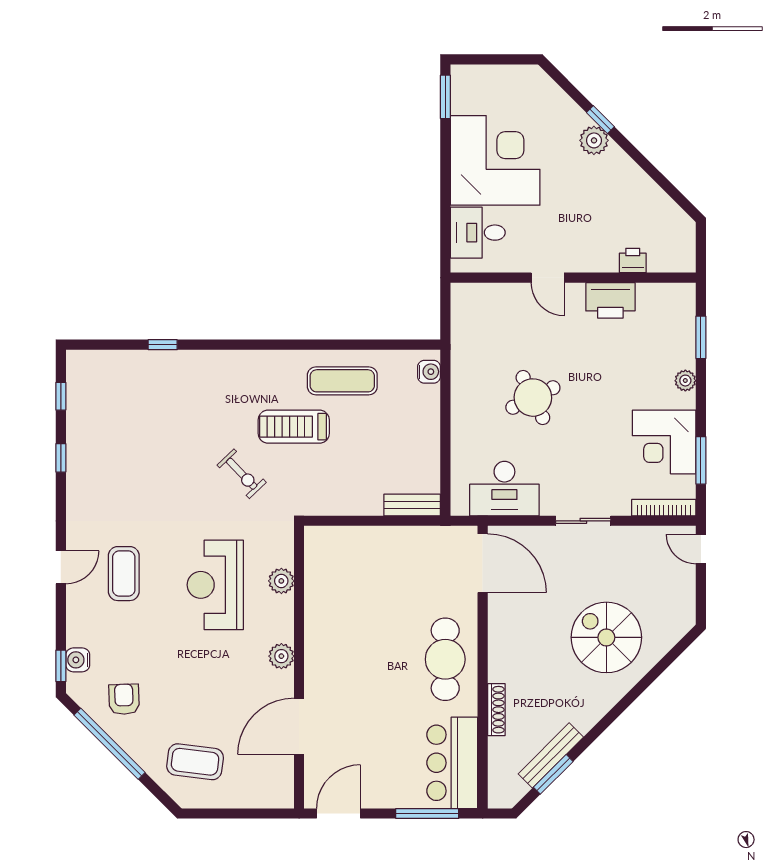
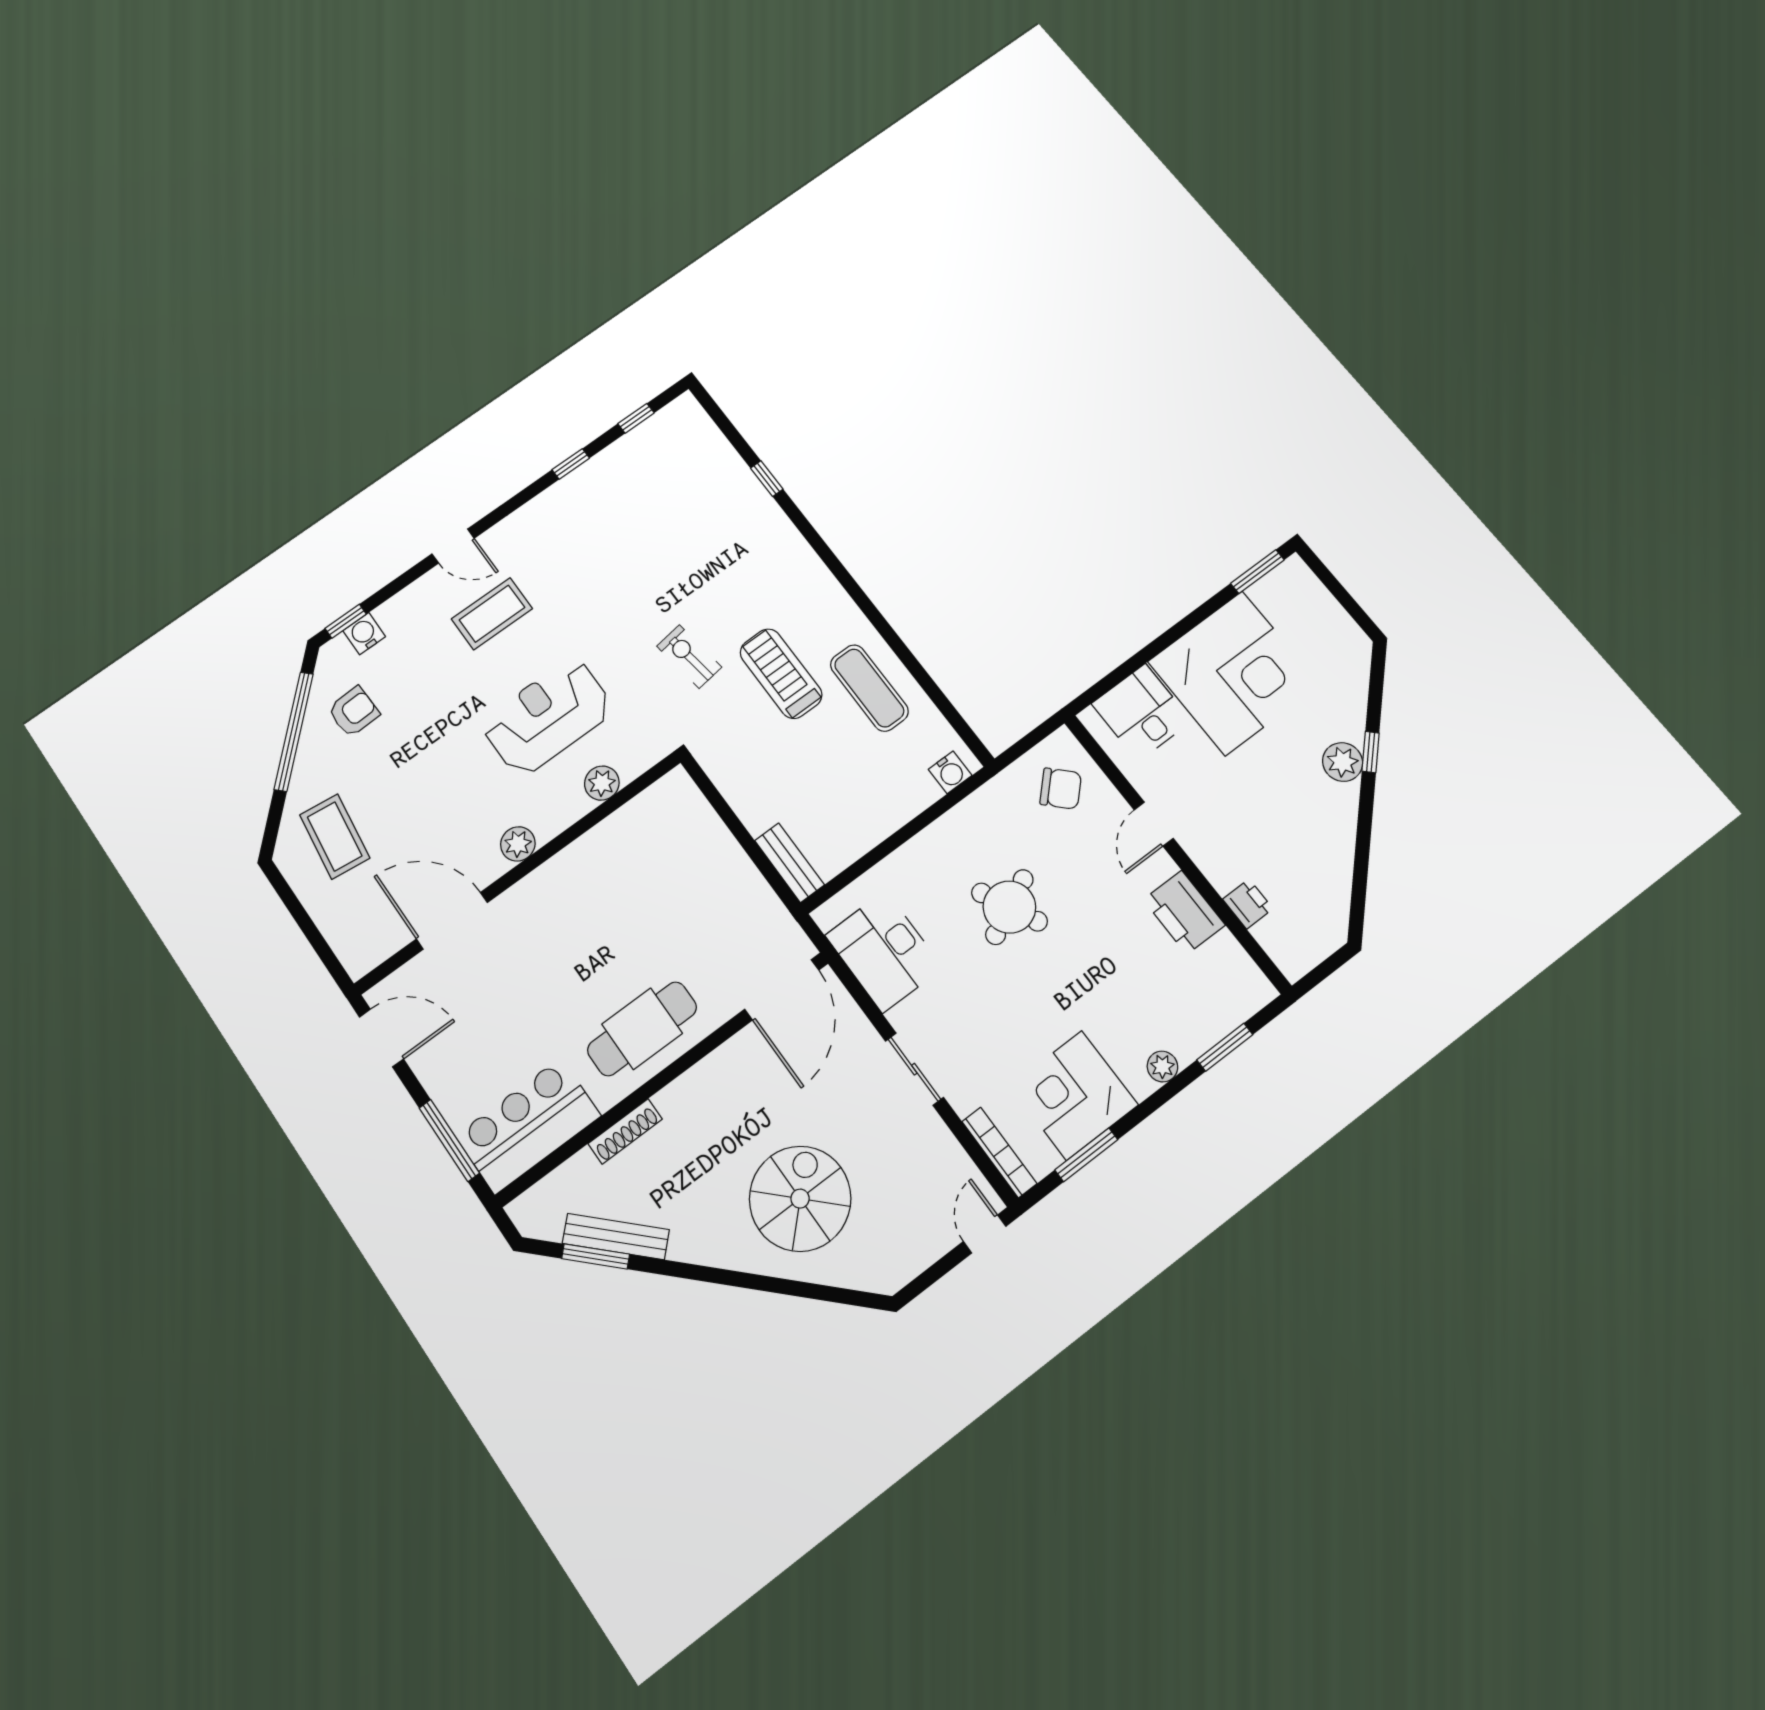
chair: (487, 315) -> (1061, 789), added
exercise bike: (242, 474) -> (689, 657), turned 126

